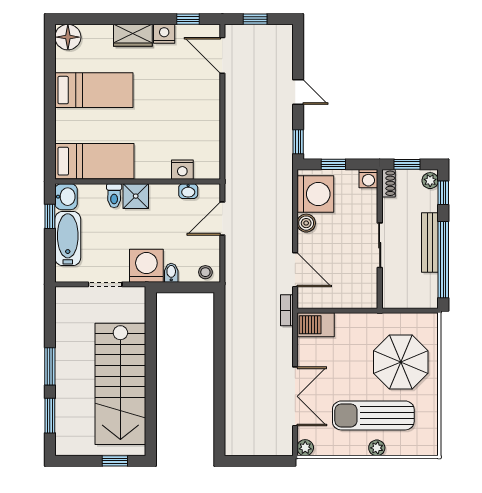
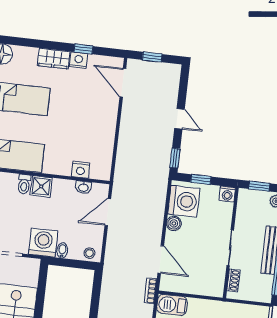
window: (188, 19) -> (83, 49), moved
shoe rack: (388, 183) -> (233, 280), moved

